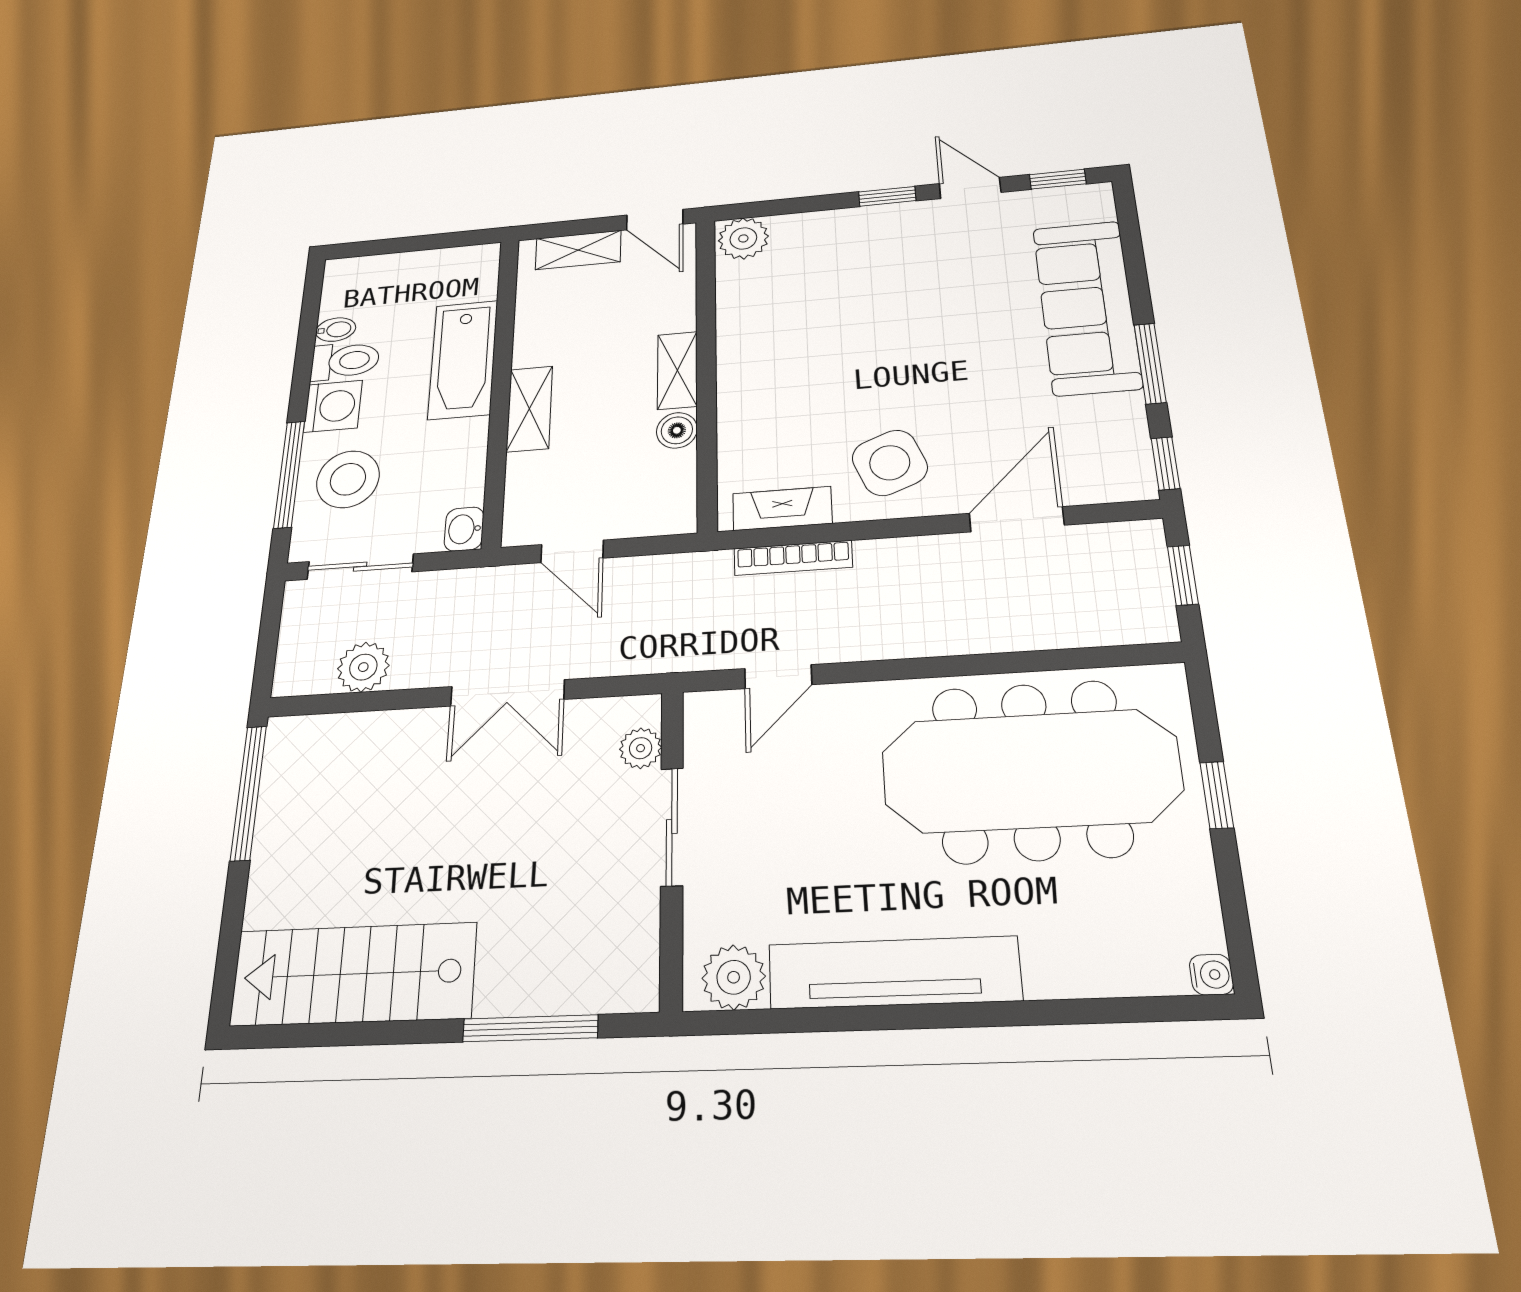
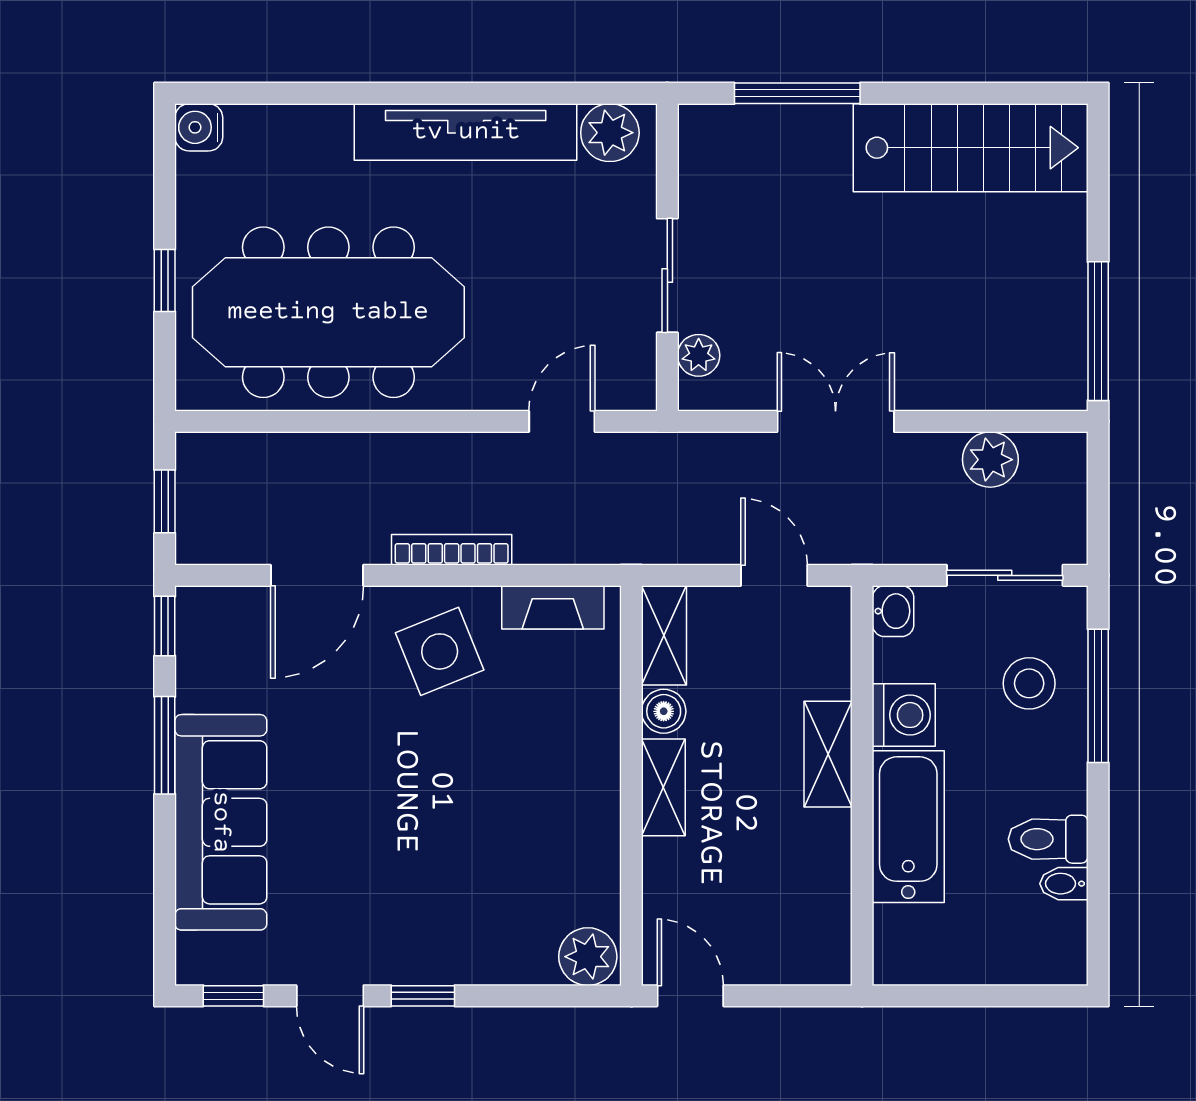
shelving: (578, 250) -> (664, 635), moved, turned 90
washing machine: (333, 406) -> (904, 715), moved, turned 180
stool: (348, 479) -> (1029, 683), width x0.73, depth x0.73
bookcase: (793, 558) -> (452, 550), moved
water cooler: (1211, 975) -> (199, 127), width x1.38, depth x1.38

